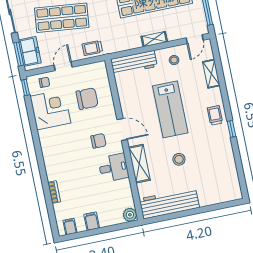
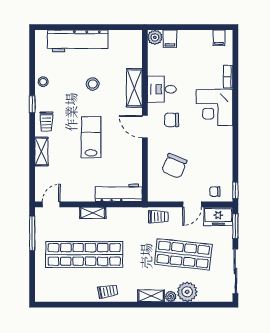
freezer: (30, 51) -> (218, 216), moved, turned -90
stool: (174, 60) -> (43, 82), moved
shelving: (211, 74) -> (41, 152), moved
chair: (87, 99) -> (174, 166), turned -68
lab bench: (170, 109) -> (91, 137), width x0.73, depth x0.72
corner desk: (50, 110) -> (214, 107), moved
workbench: (169, 203) -> (78, 41), moved
filing cabinet: (92, 221) -> (170, 39), moved

